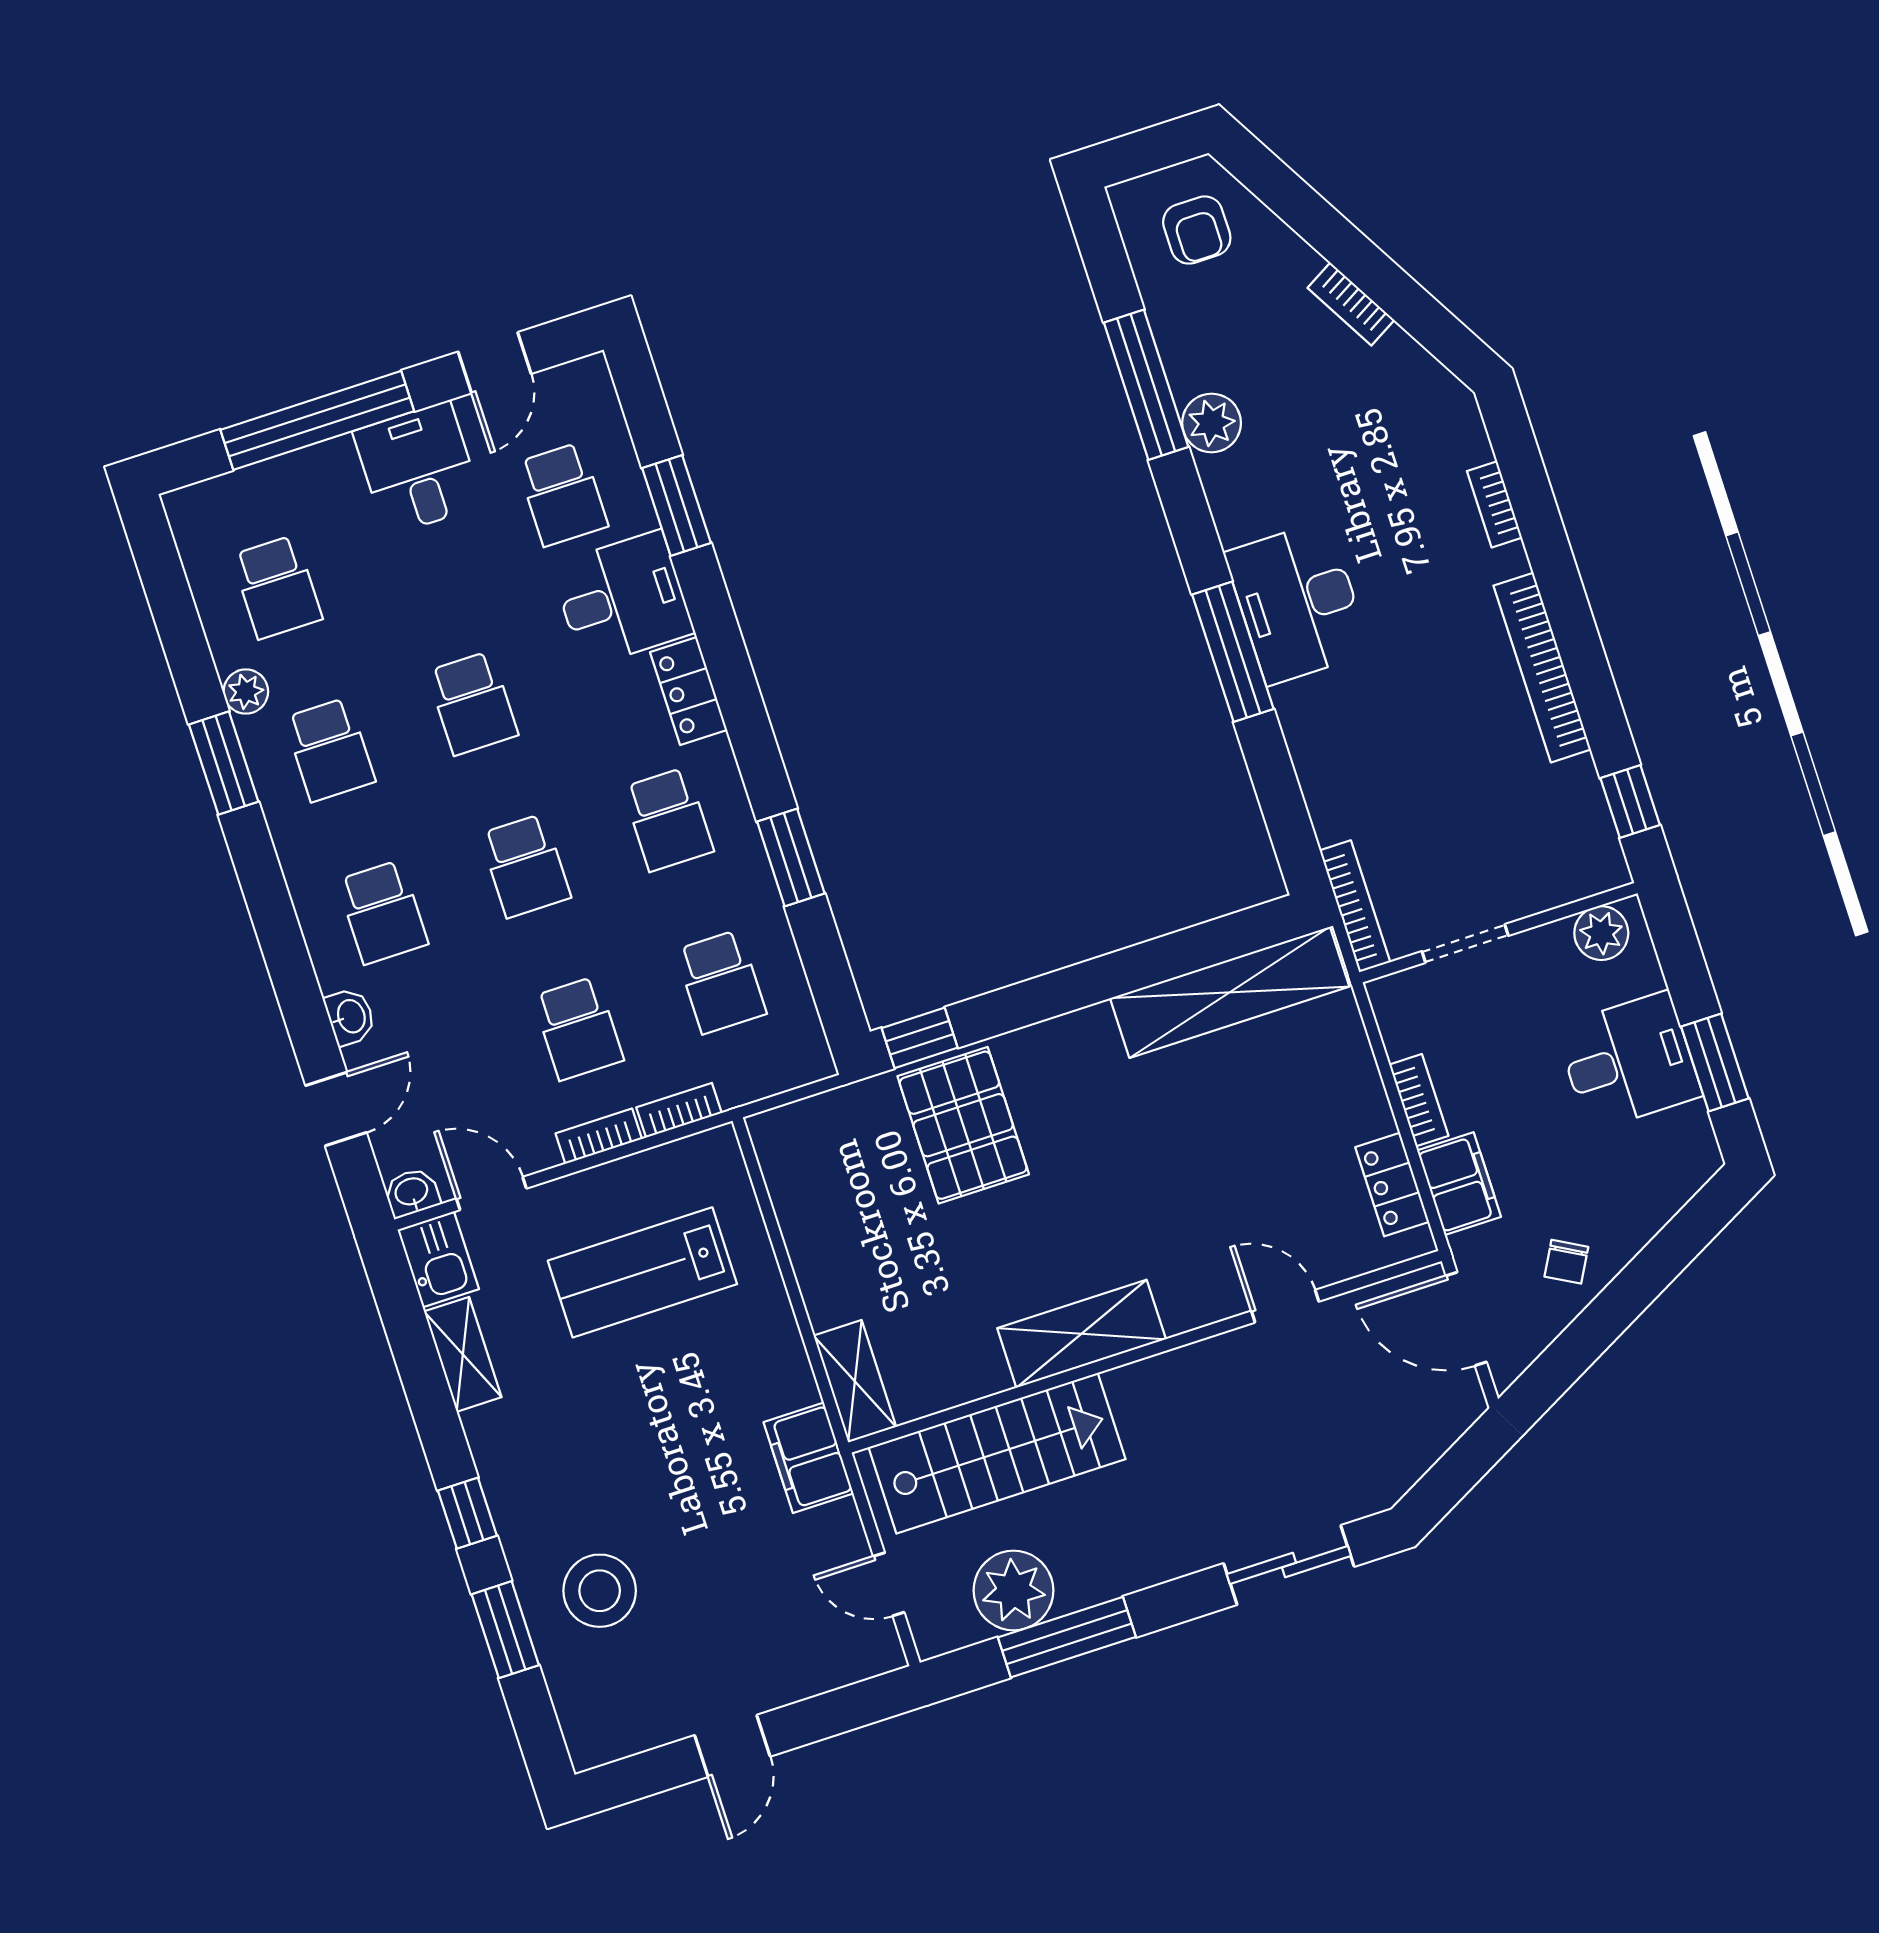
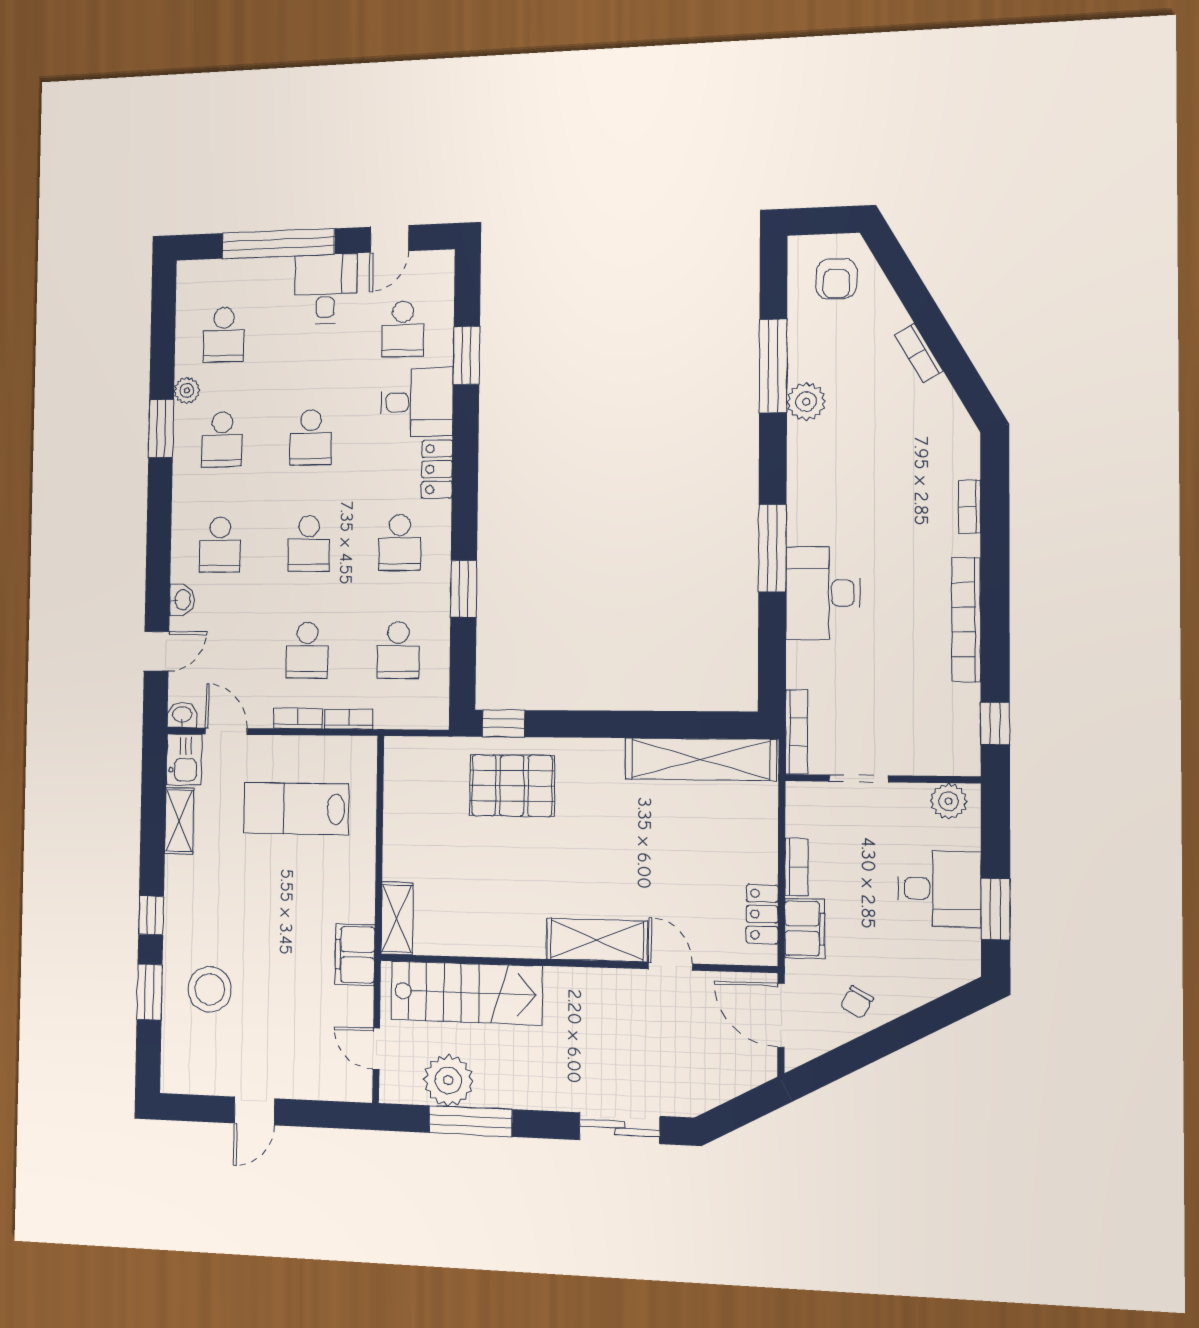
desk: (1297, 603) -> (823, 593), moved
pallet: (963, 1125) -> (512, 786), turned 90
shelving: (1082, 1334) -> (597, 940), moved

